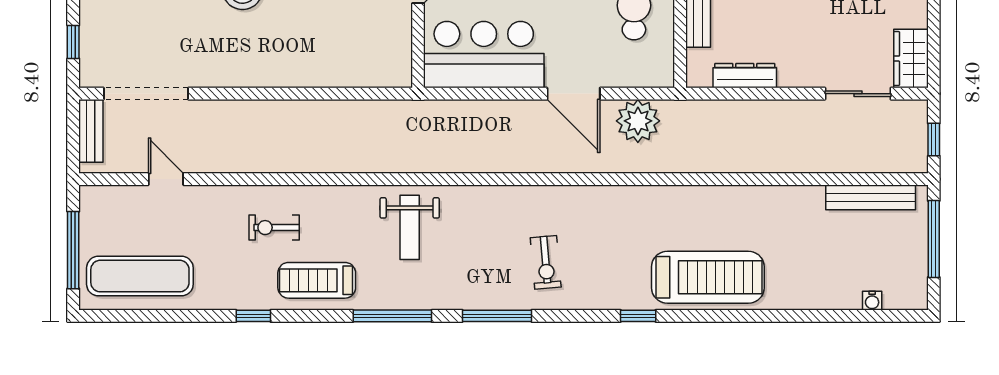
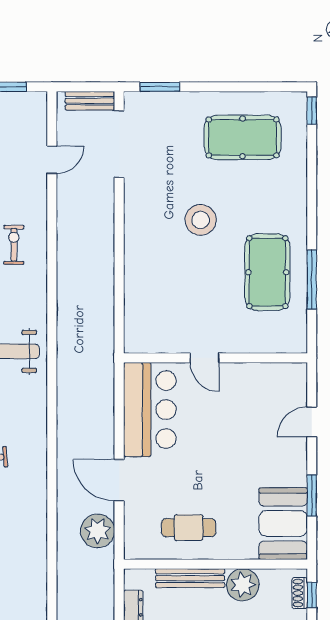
window: (73, 42) -> (160, 87), width x1.50
door: (574, 94) -> (119, 480), hinge flipped

